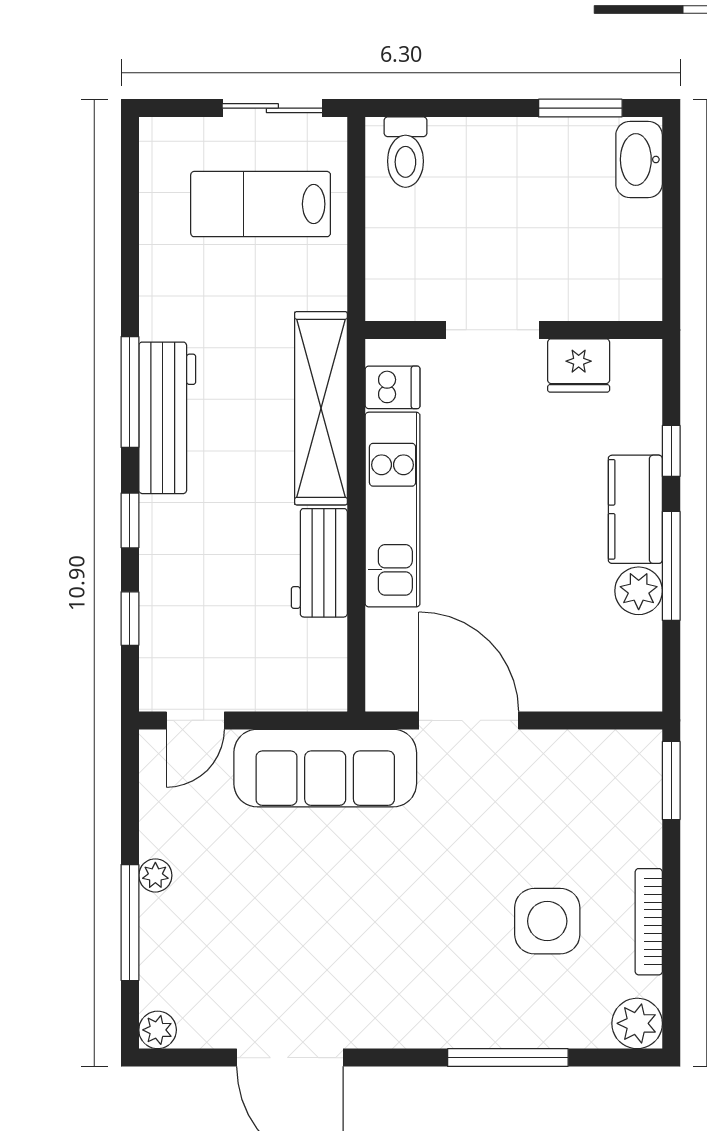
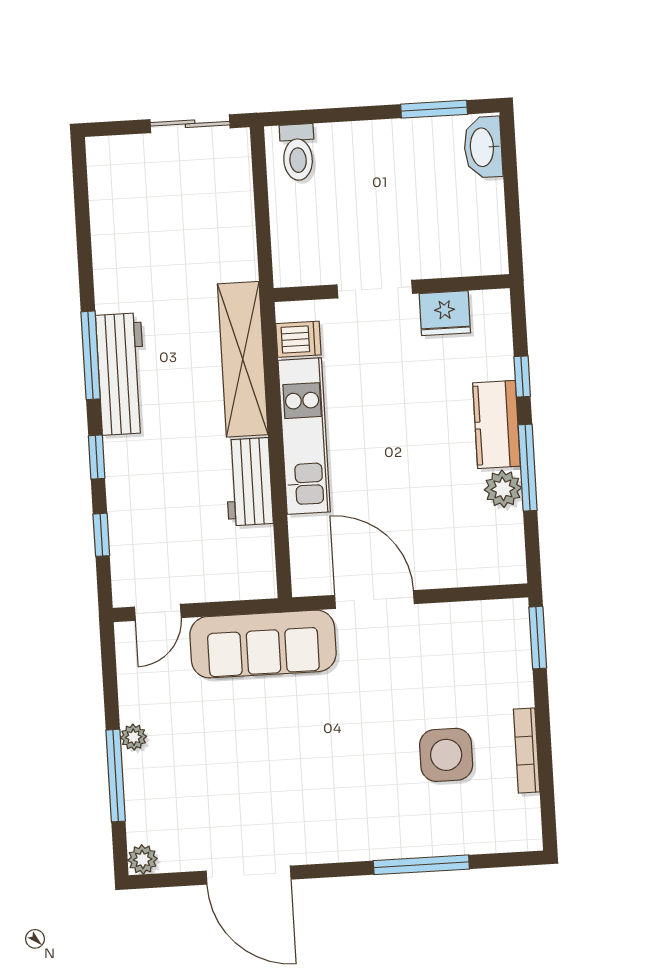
lab bench: (261, 204) -> (185, 200), removed
plant: (637, 1023) -> (522, 832), removed

